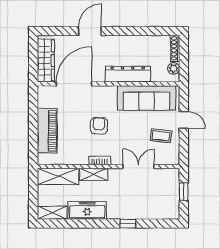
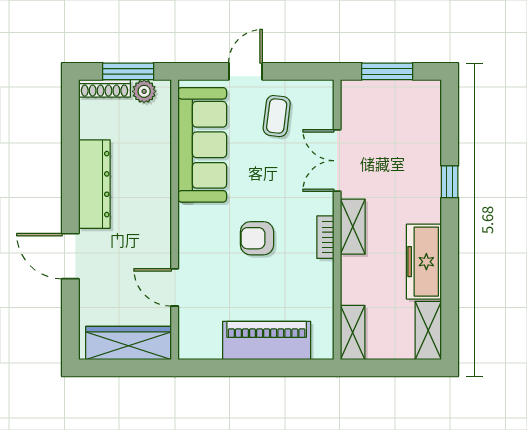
window: (184, 60) -> (128, 71), added
dresser: (128, 74) -> (94, 184), moved, turned 180
door: (74, 84) -> (175, 287), width x0.53
shelving: (94, 174) -> (353, 227), moved
shelving: (58, 176) -> (353, 332), width x0.67, depth x0.75
window: (184, 192) -> (387, 71), width x1.50

